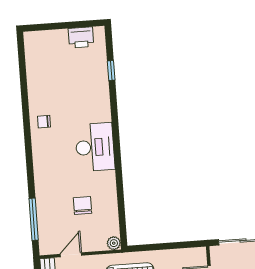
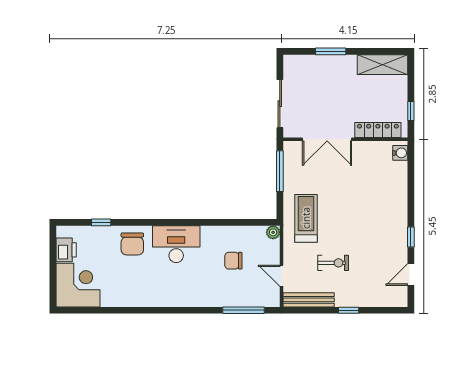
corner desk: (47, 52) -> (78, 285), added
chair: (44, 122) -> (132, 244), moved, width x1.87, depth x1.87
window: (175, 245) -> (280, 171), added

